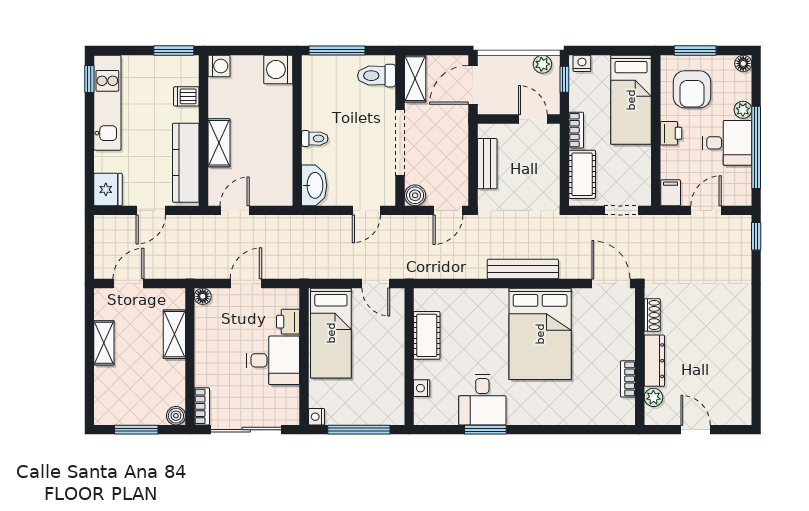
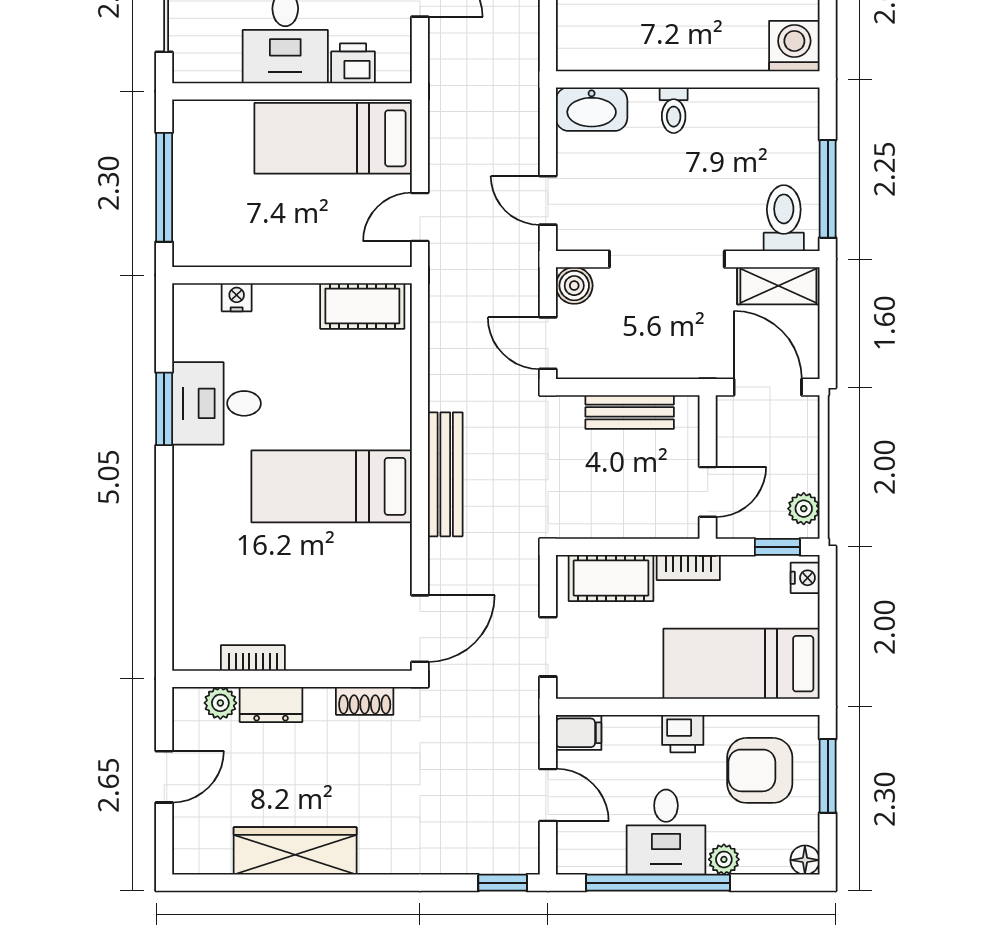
window: (337, 51) -> (828, 189), moved
bed: (540, 334) -> (332, 486), width x0.67
cot: (427, 335) -> (362, 306), moved
wardrobe: (738, 355) -> (295, 851), added
dresser: (654, 361) -> (271, 704), width x0.70
nightstand: (316, 417) -> (187, 113), removed

